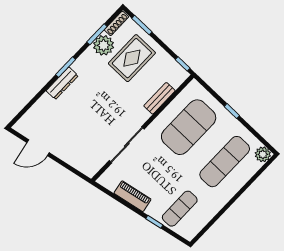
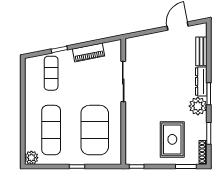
plant: (104, 45) -> (198, 106), moved
bench: (159, 98) -> (201, 51), moved

